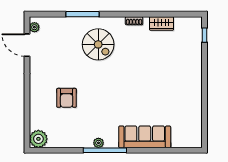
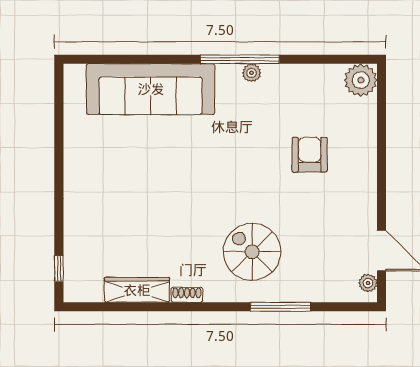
wardrobe: (162, 23) -> (137, 290), width x1.50
sofa: (145, 137) -> (151, 89), width x1.36, depth x1.27

